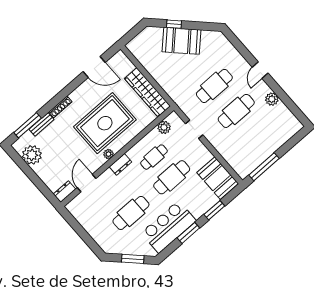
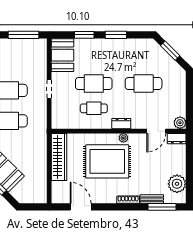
plant: (164, 127) -> (180, 123), moved
doorway: (194, 129) -> (49, 89), moved
bar counter: (169, 227) -> (126, 51), removed

